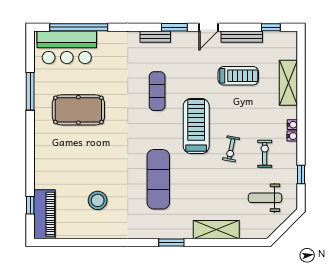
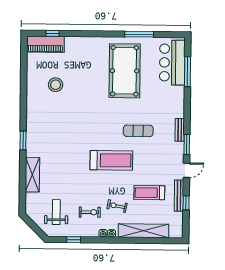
window: (79, 27) -> (187, 72), width x0.68
door: (208, 27) -> (186, 170), swing flipped
window: (271, 27) -> (186, 203), moved
treadmill: (238, 76) -> (149, 193), turned 90
shelving: (288, 83) -> (144, 231), width x1.47
pool table: (78, 110) -> (125, 71), width x1.36, depth x1.32
exercise bike: (231, 149) -> (117, 206), moved
exercise mat: (158, 179) -> (71, 131), removed

